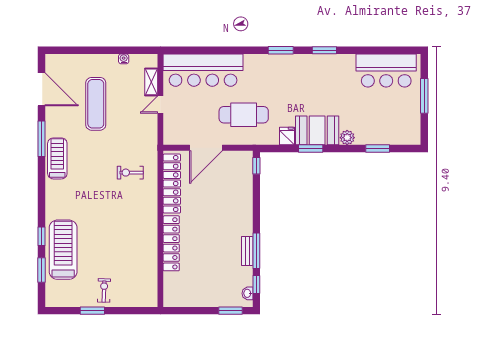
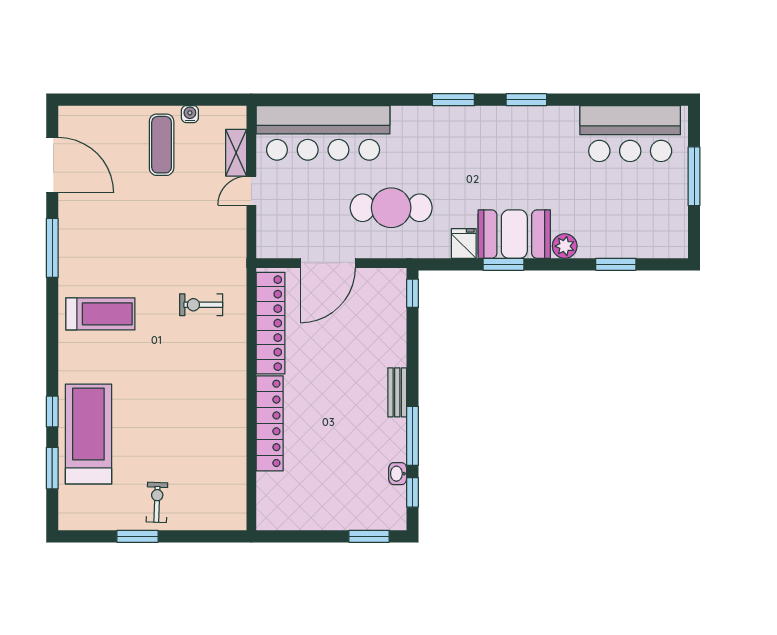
exercise mat: (96, 104) -> (162, 145), moved, width x0.73, depth x0.69
treadmill: (57, 158) -> (100, 314), moved, turned 90
bench: (247, 251) -> (397, 392), moved
washbasin: (248, 293) -> (398, 474), moved

